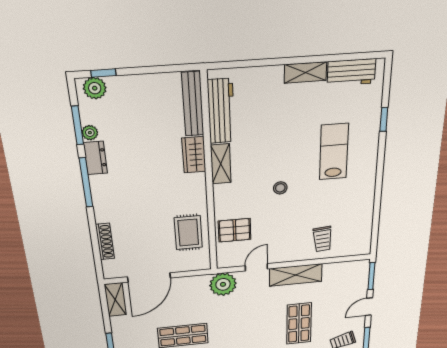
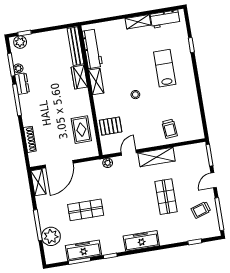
plant: (223, 284) -> (108, 163), width x0.53, depth x0.53

